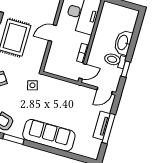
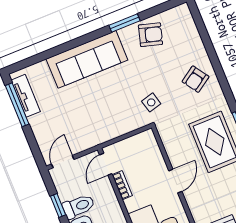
tv unit: (102, 125) -> (26, 96), moved
window: (109, 128) -> (17, 105), moved

